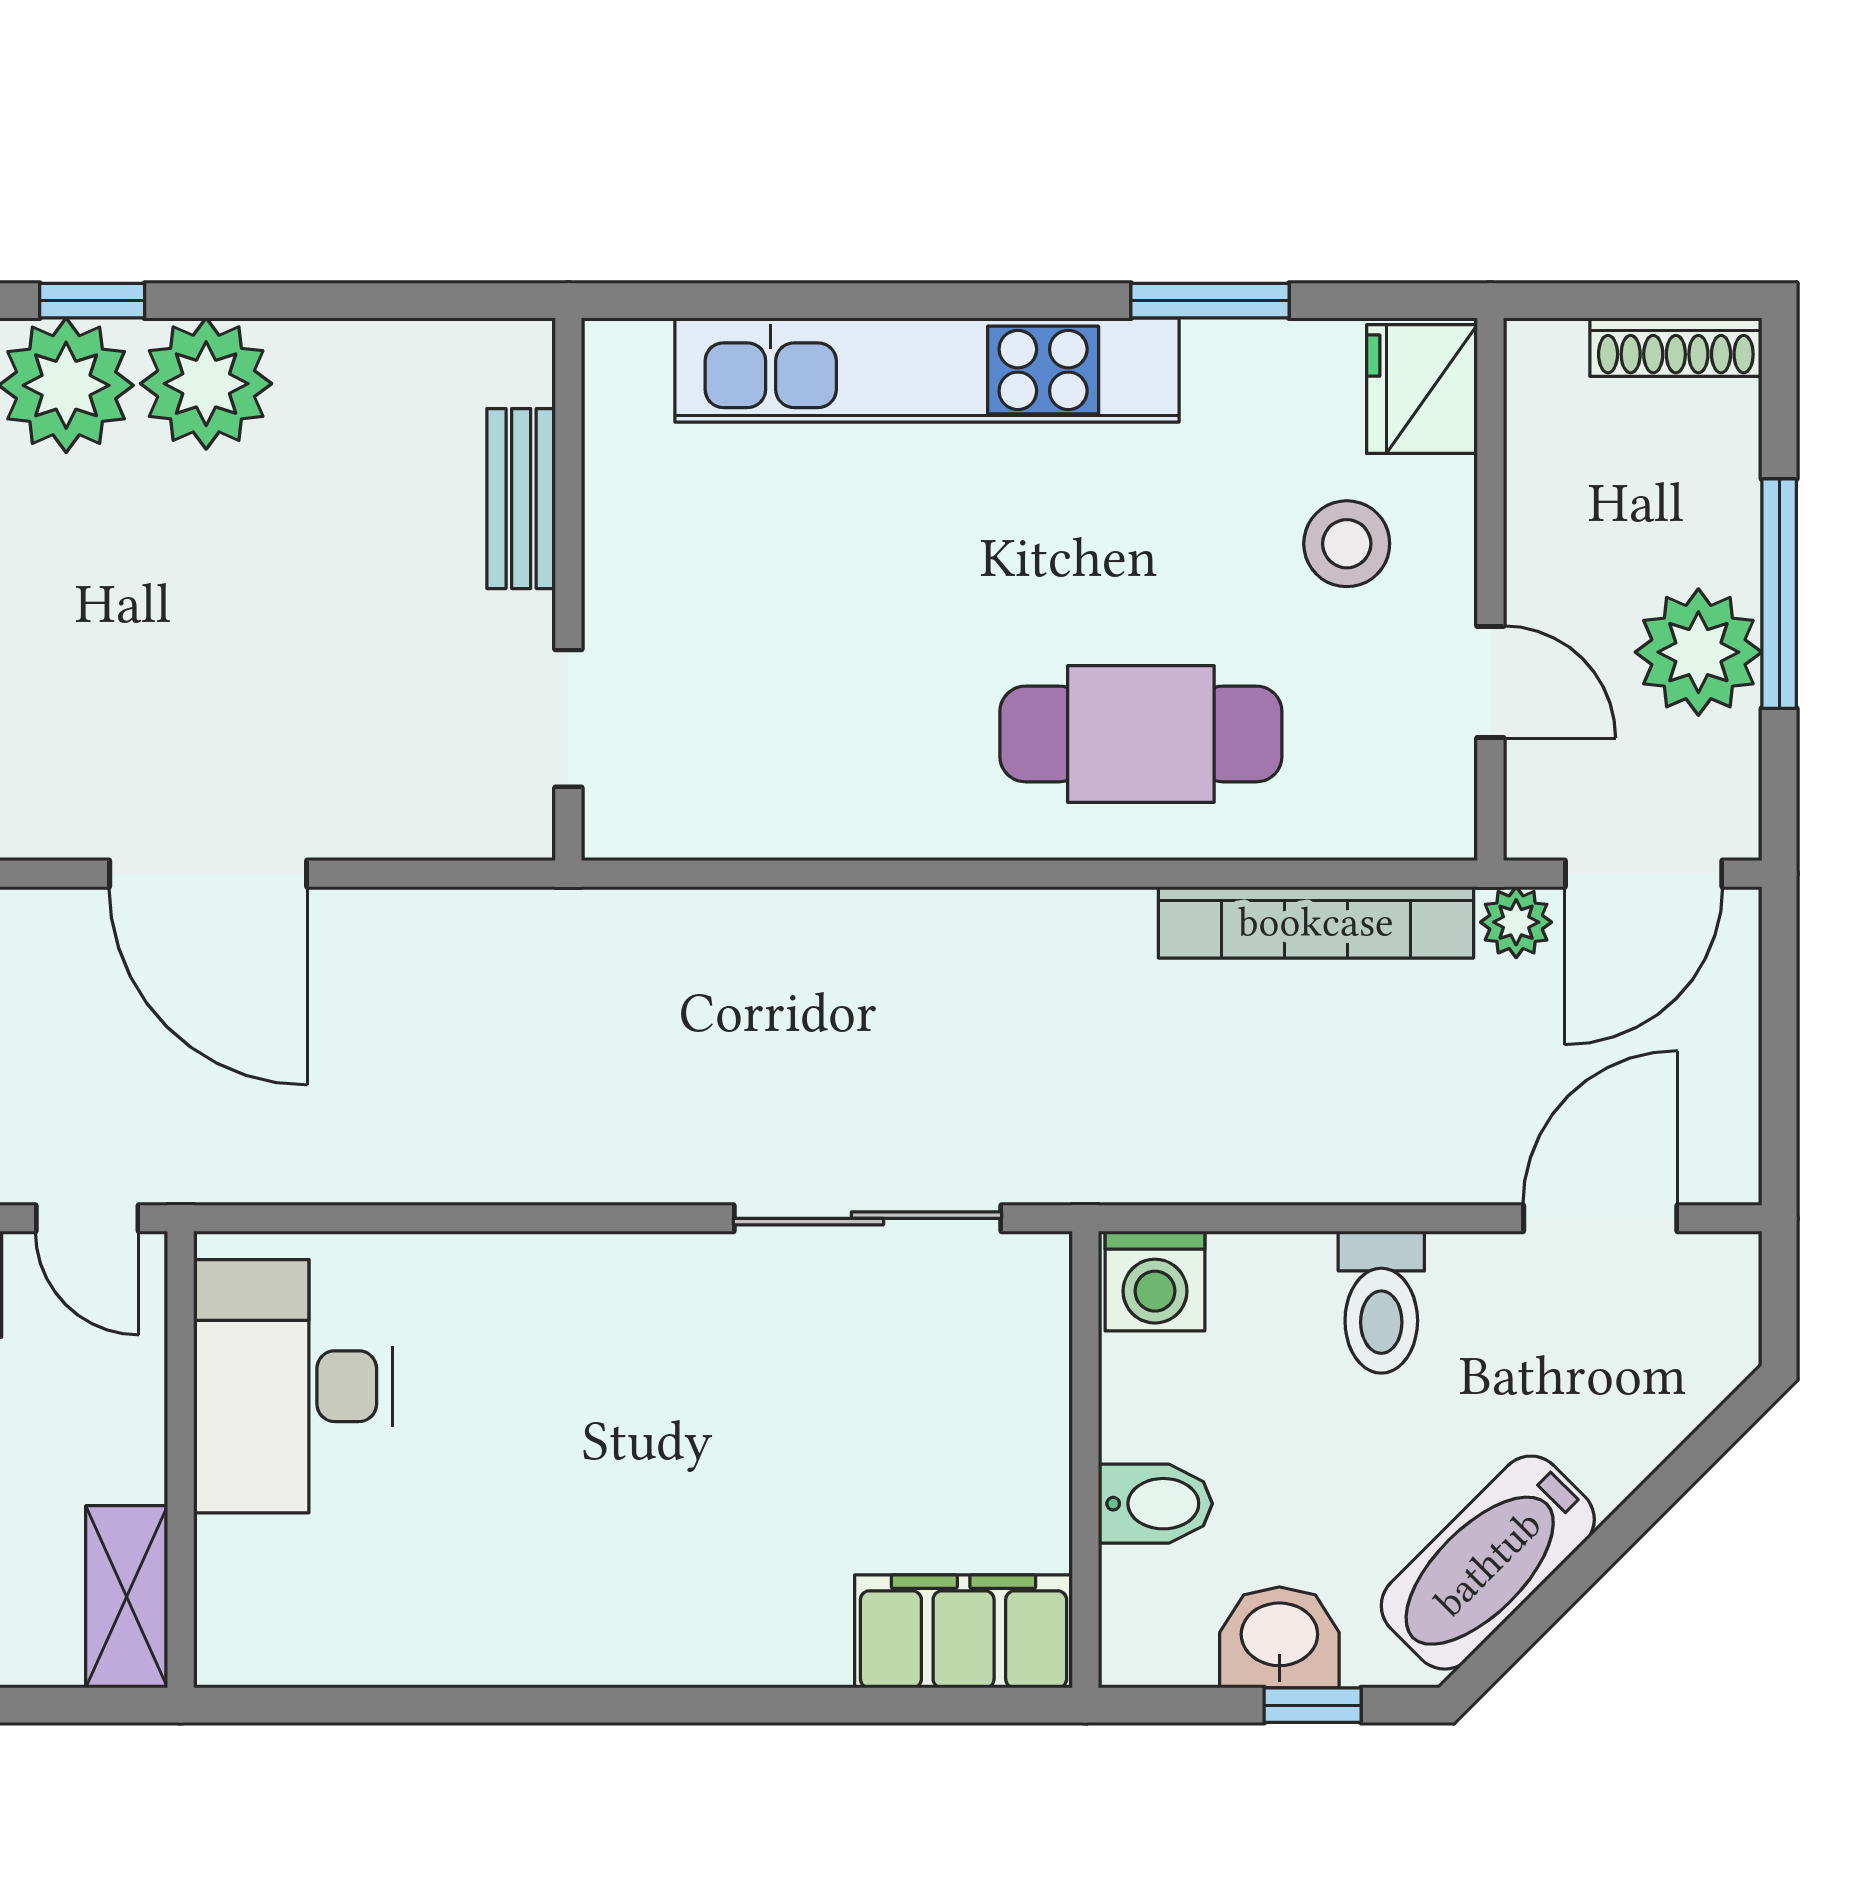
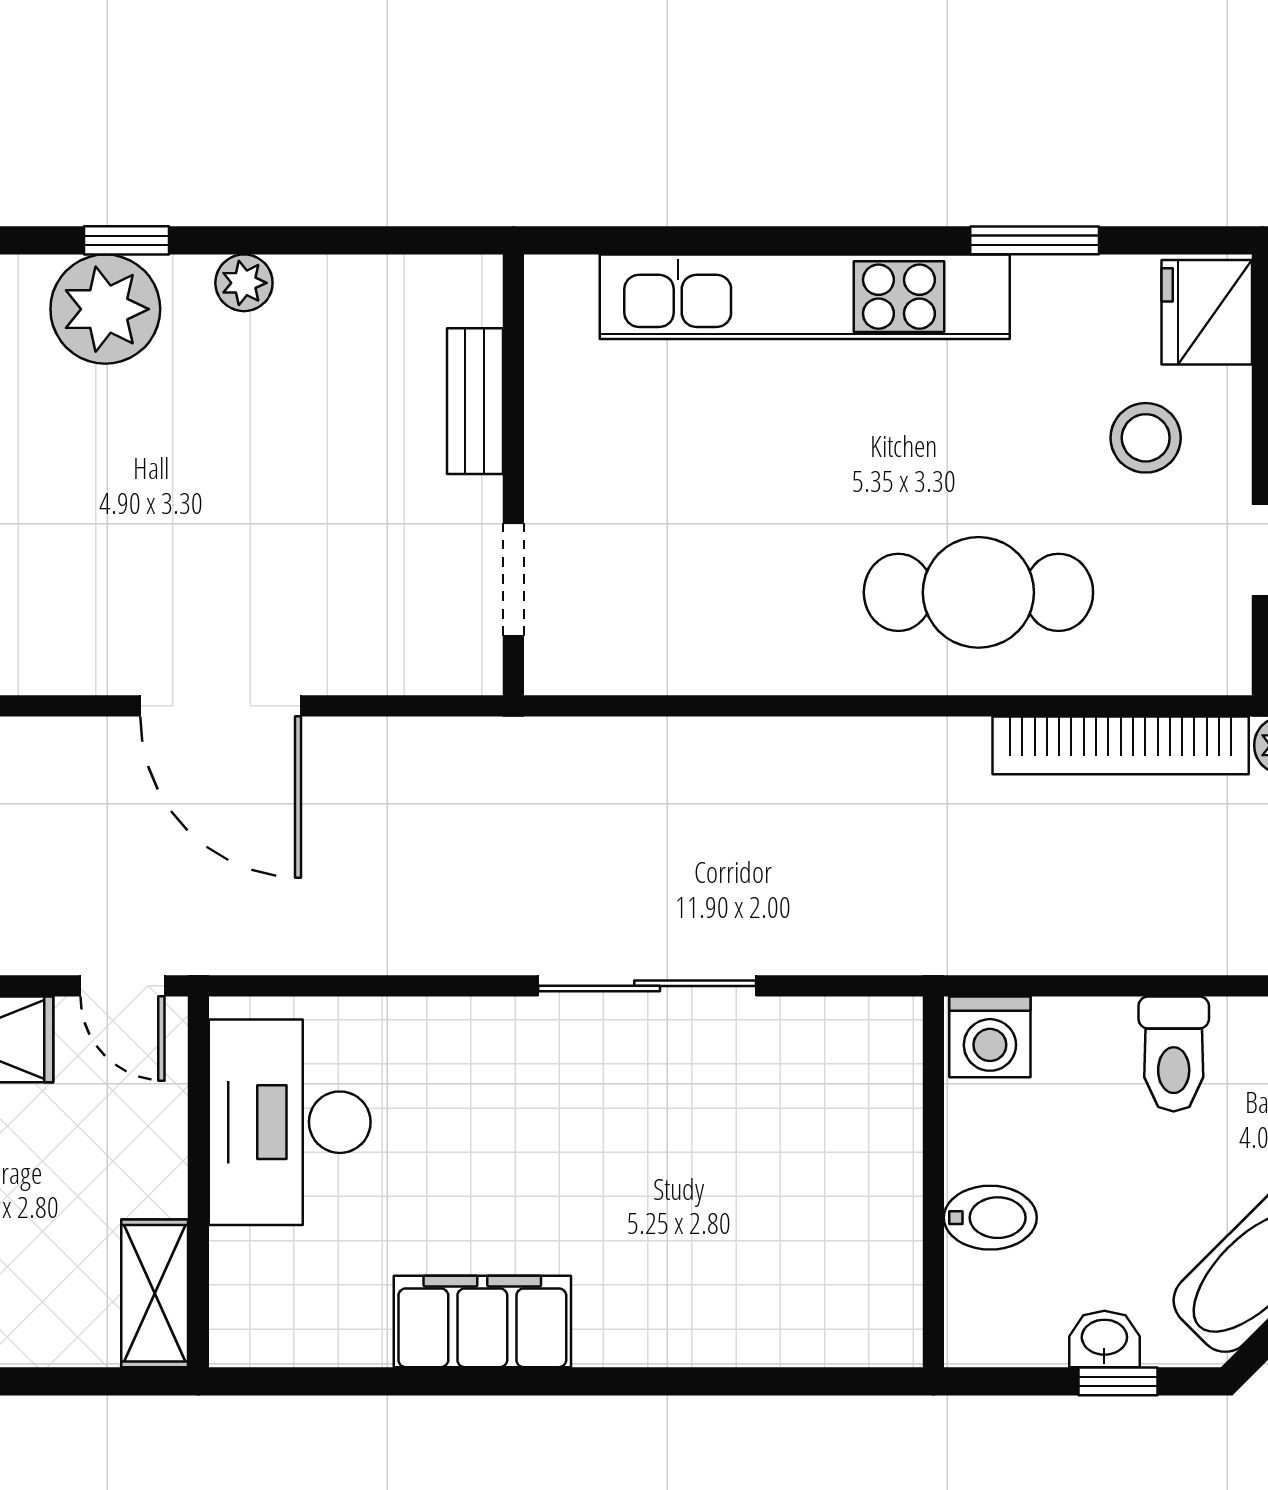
plant: (206, 384) -> (244, 283), width x0.53, depth x0.53
sliding door: (868, 1218) -> (647, 986), moved
filing cabinet: (964, 1631) -> (482, 1321), moved
washbasin: (1279, 1637) -> (1104, 1339), width x0.72, depth x0.69

